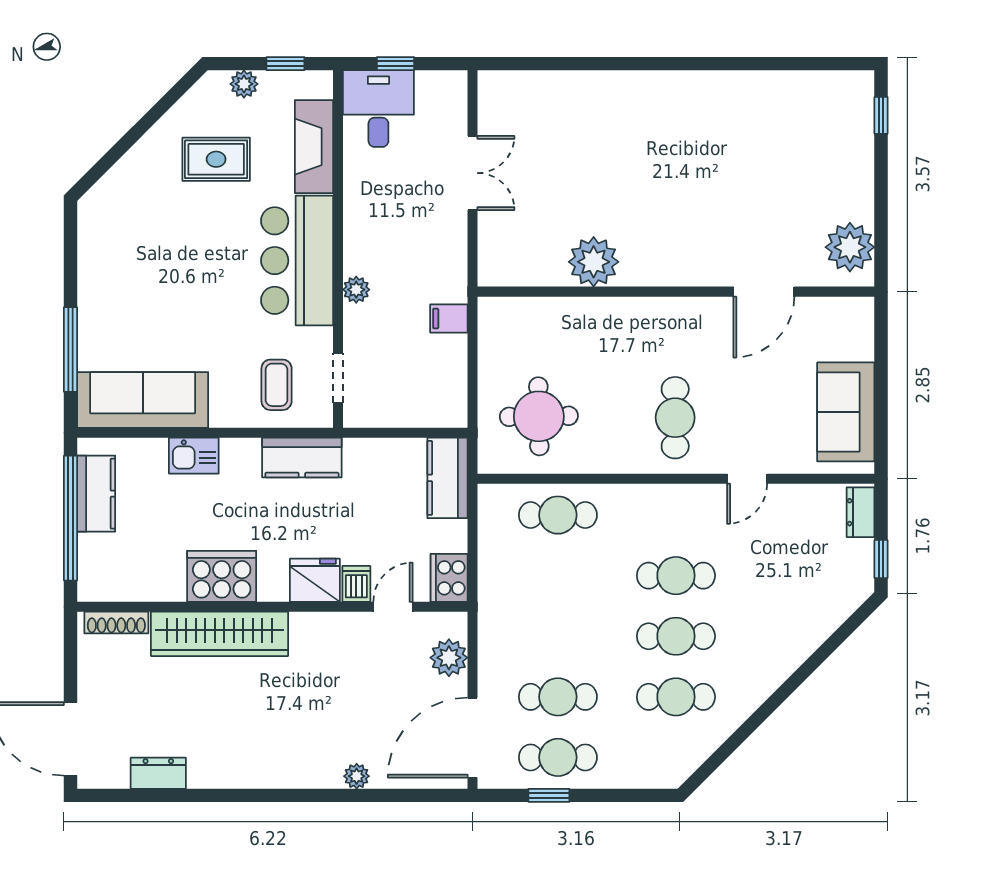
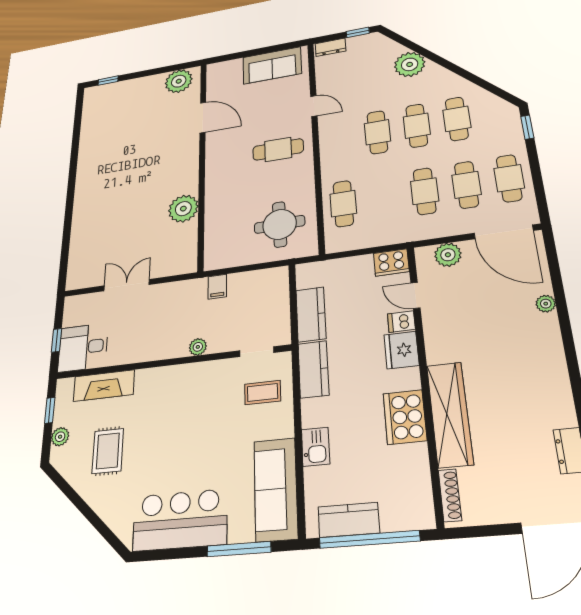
bar counter: (297, 261) -> (180, 520), moved, turned 180
kitchen counter: (447, 478) -> (311, 314), moved, turned -90
cafe table: (558, 636) -> (425, 191), added
plant: (795, 637) -> (410, 64), added
window: (549, 795) -> (527, 127), moved

